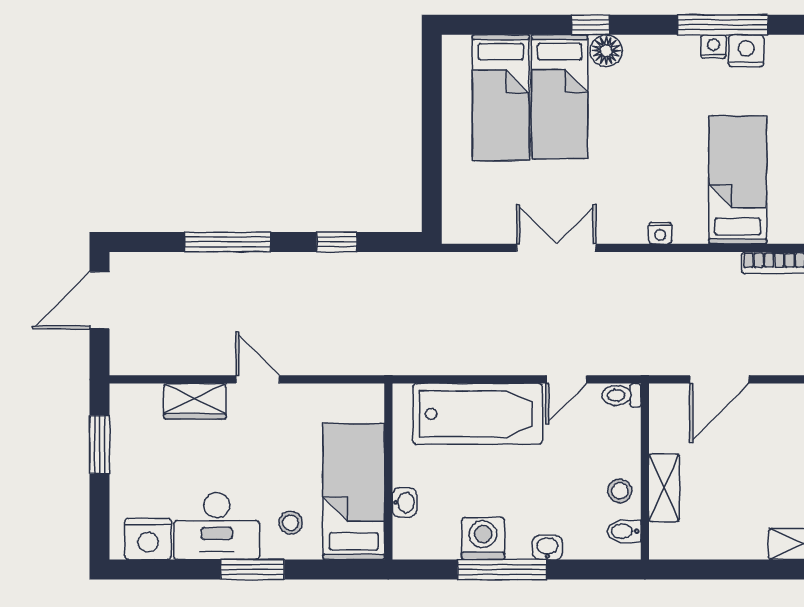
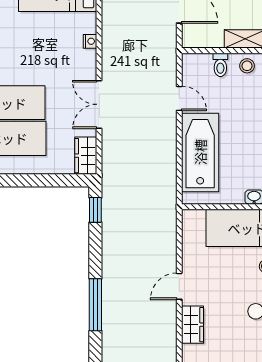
wardrobe: (472, 226) -> (86, 156), added
window: (337, 242) -> (95, 210), moved
toilet: (622, 395) -> (220, 65), moved

